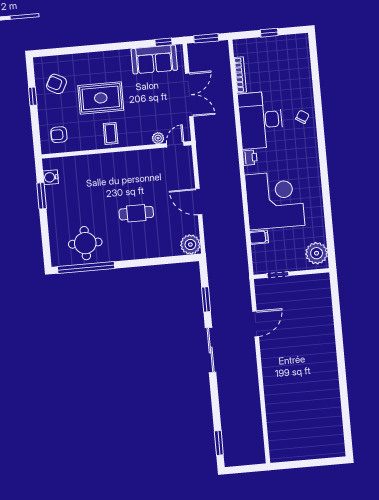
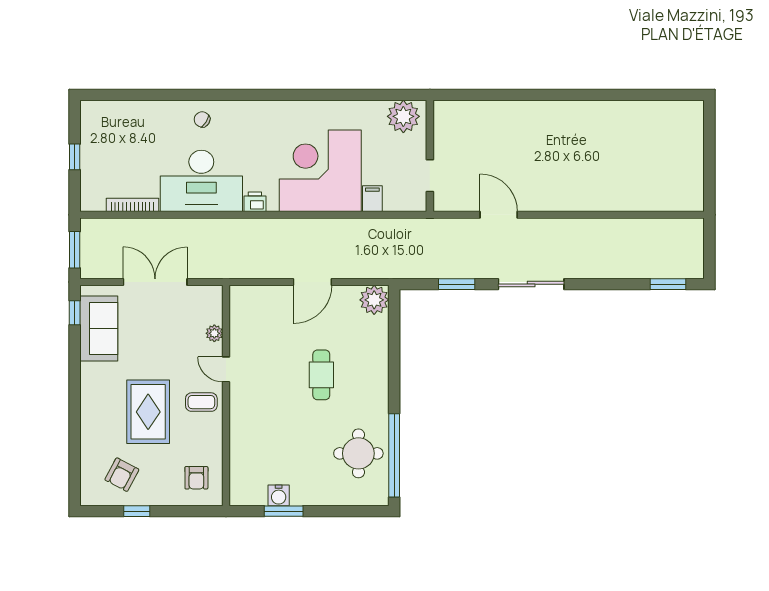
door: (175, 145) -> (226, 369), moved
water cooler: (51, 177) -> (279, 495), moved

